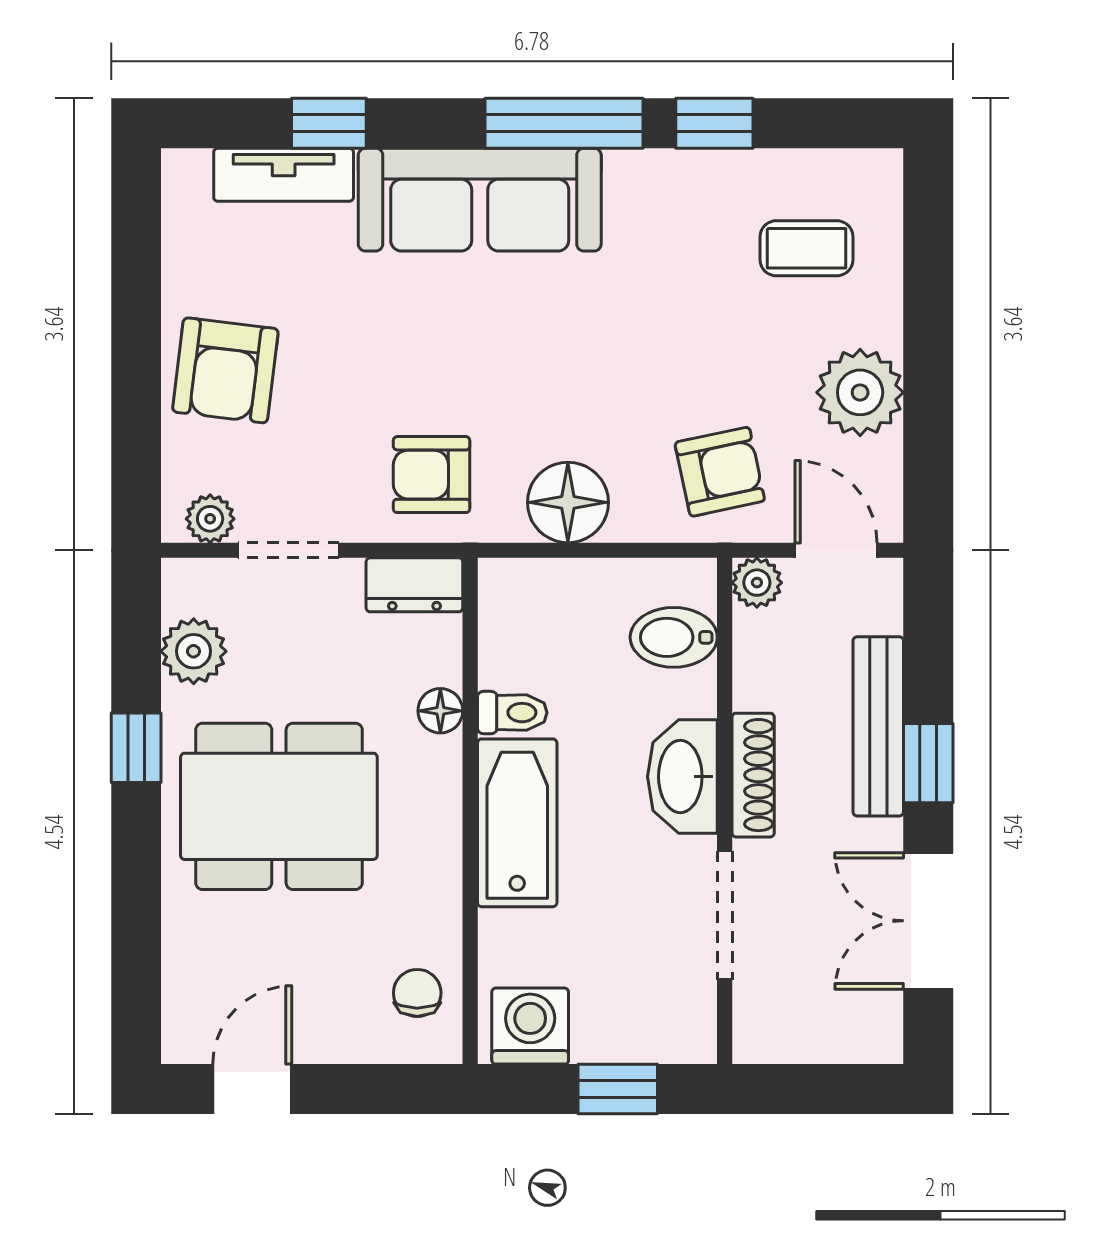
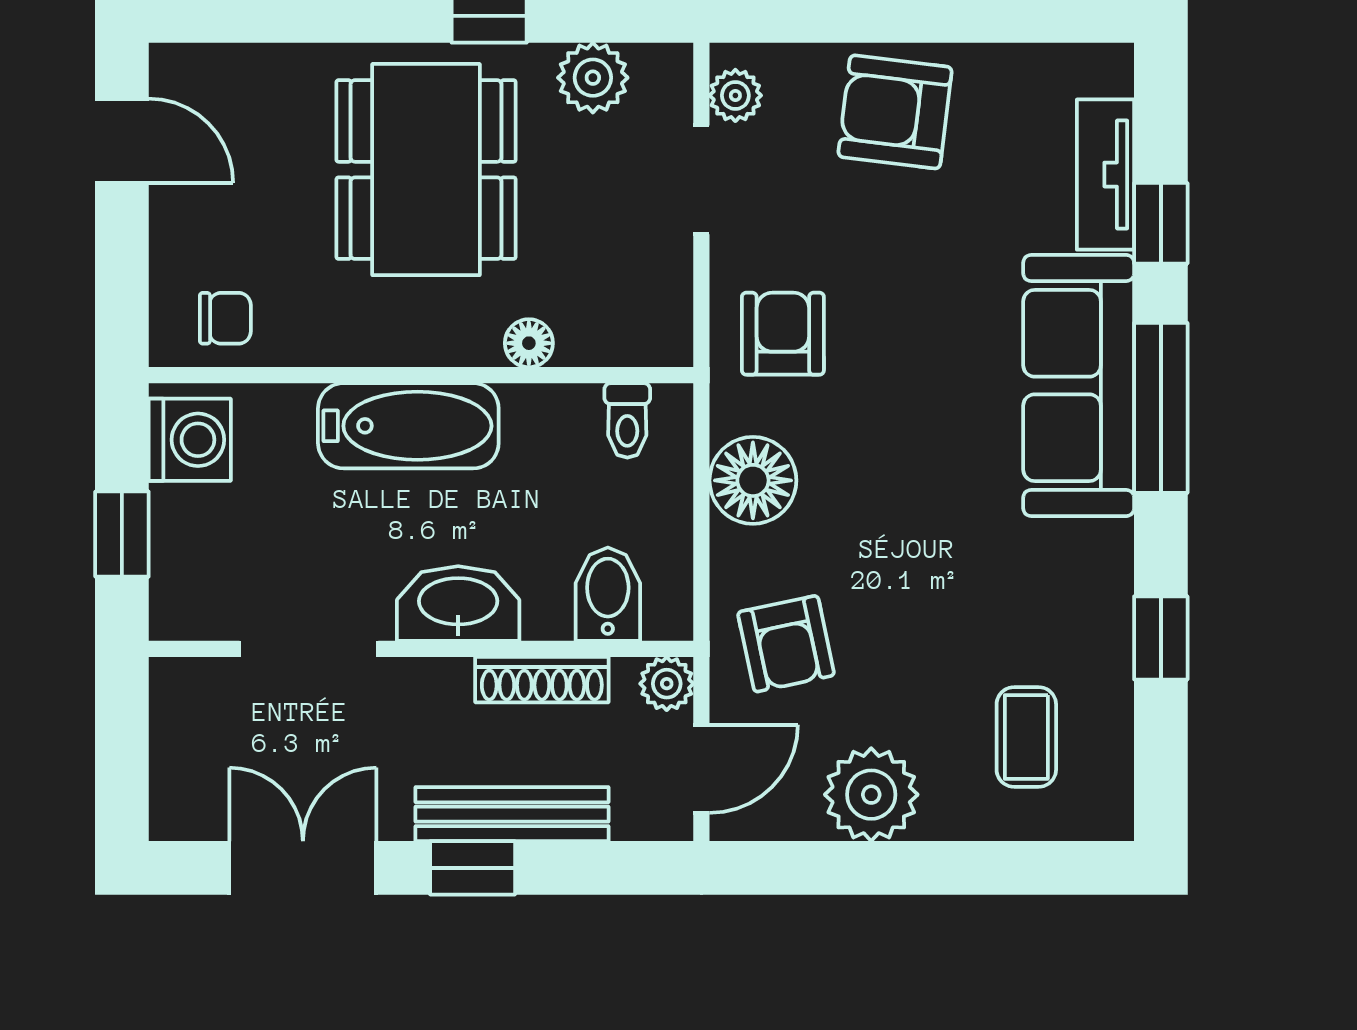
window: (564, 123) -> (1161, 408), moved
dresser: (414, 585) -> (664, 315), removed
toilet: (512, 713) -> (627, 420), moved
shoe rack: (753, 775) -> (542, 680), moved

